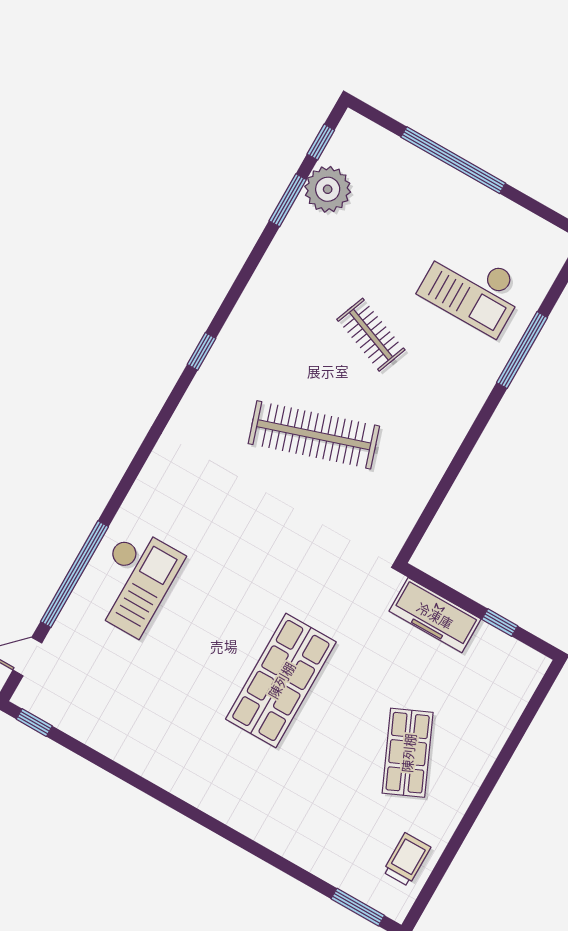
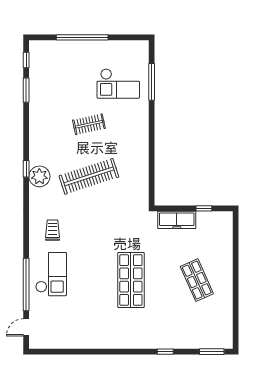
plant: (328, 189) -> (39, 176), moved
clothes rail: (371, 335) -> (89, 124), turned -33
window: (522, 350) -> (152, 82), moved
window: (34, 723) -> (165, 352), moved
trolley: (407, 860) -> (53, 230), moved

